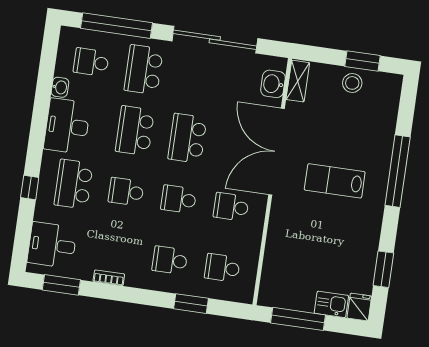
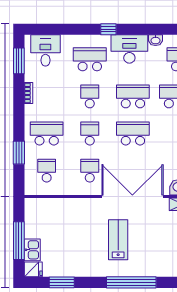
window: (30, 187) -> (108, 29), moved
school desk: (170, 260) -> (47, 134), width x1.85
window: (298, 319) -> (19, 241), moved

